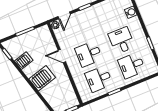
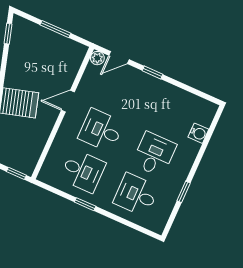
door: (62, 56) -> (68, 101), hinge flipped
server rack: (24, 61) -> (19, 61), removed
desk: (99, 79) -> (83, 171), turned 180

